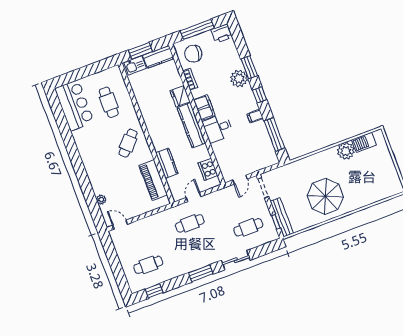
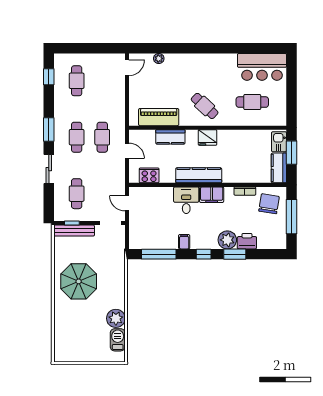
printer: (222, 33) -> (247, 241), moved, turned 90
fridge: (180, 96) -> (208, 138), moved, turned 180
cafe table: (198, 246) -> (77, 137), added

